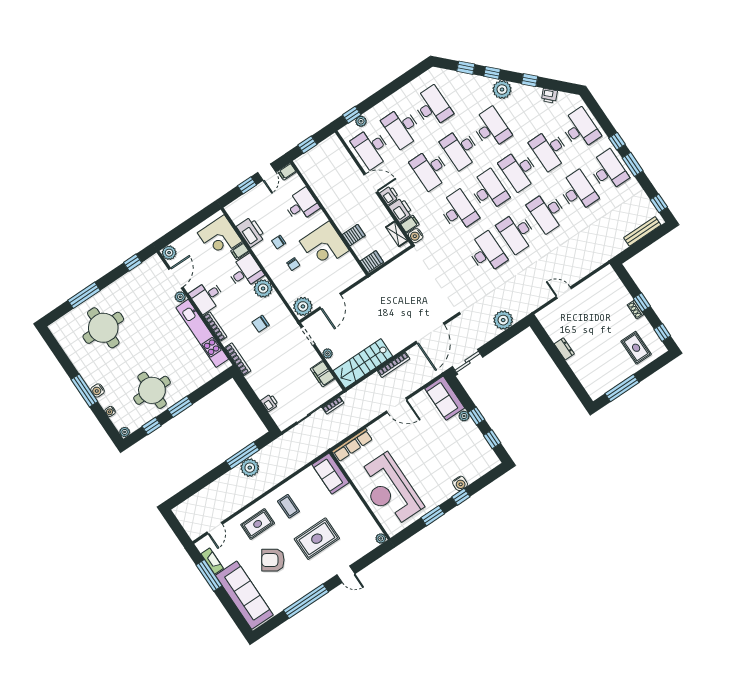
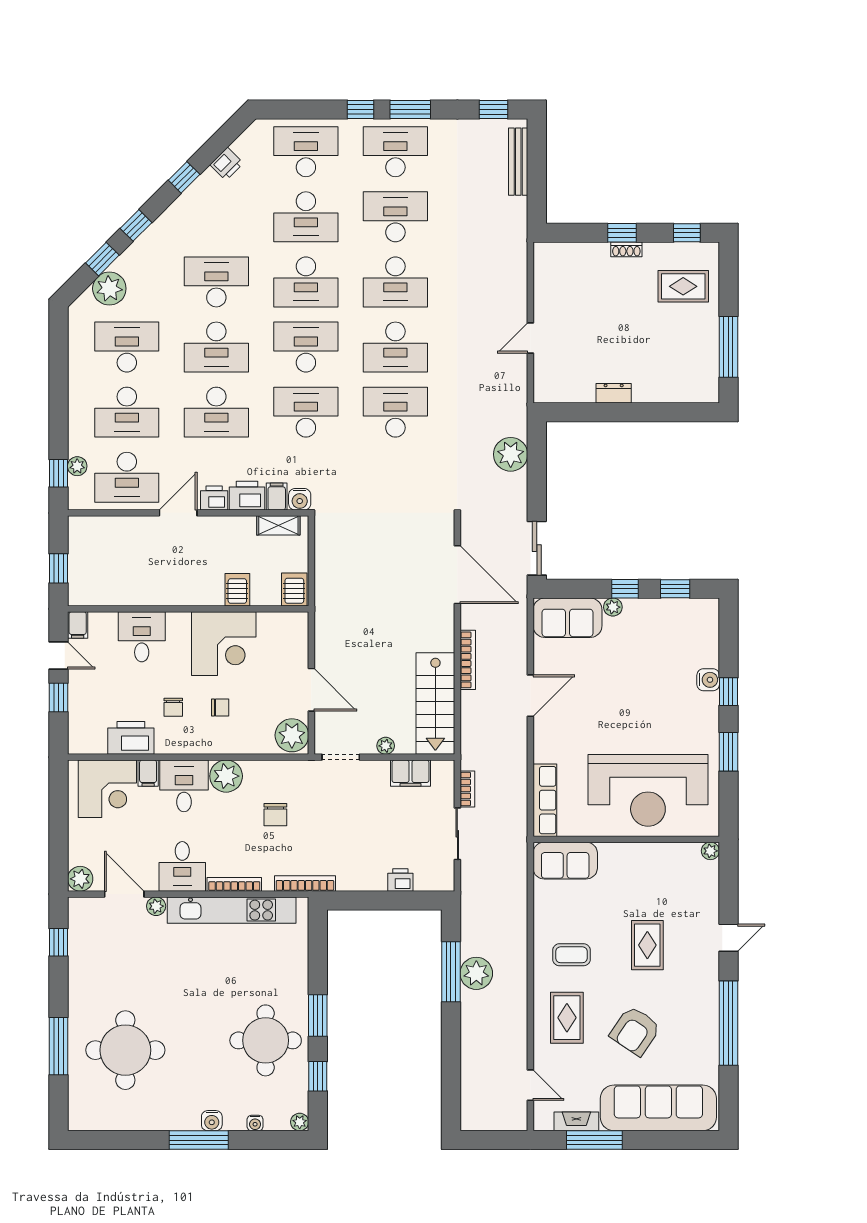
plant: (502, 90) -> (109, 289), moved
rug: (317, 539) -> (647, 945), width x0.73, depth x0.70

